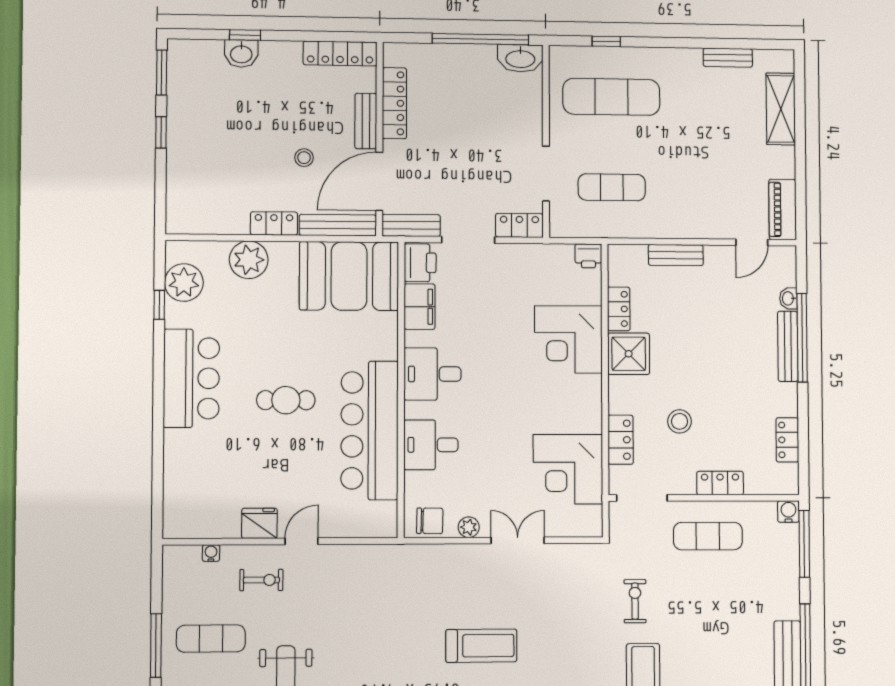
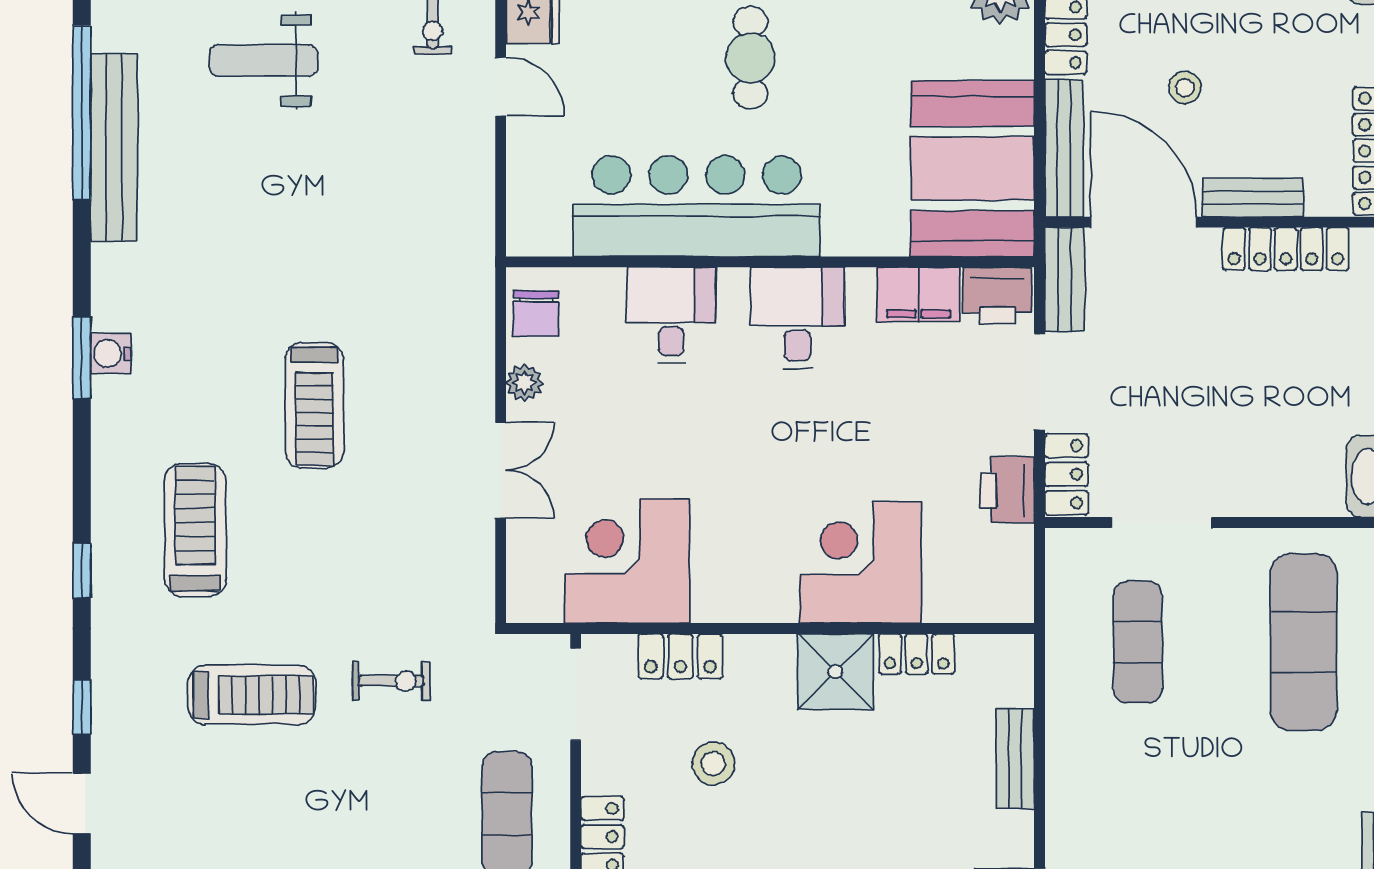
printer: (588, 256) -> (1007, 490), moved, width x1.36, depth x1.24

